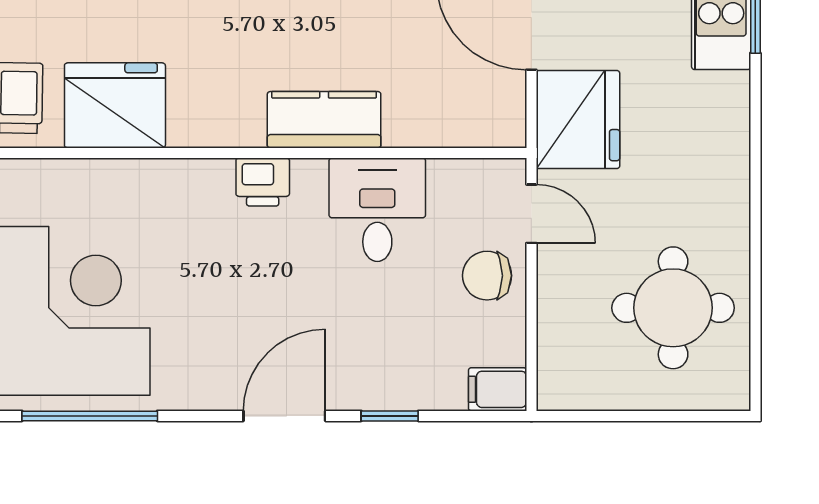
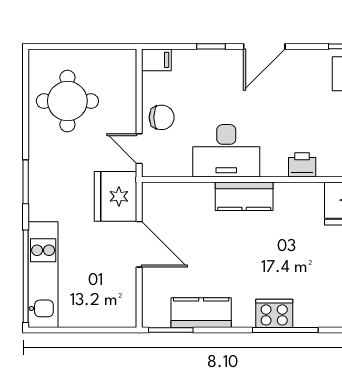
window: (755, 148) -> (26, 182), added
printer: (263, 182) -> (302, 165), moved
desk: (377, 210) -> (226, 151), width x1.37

